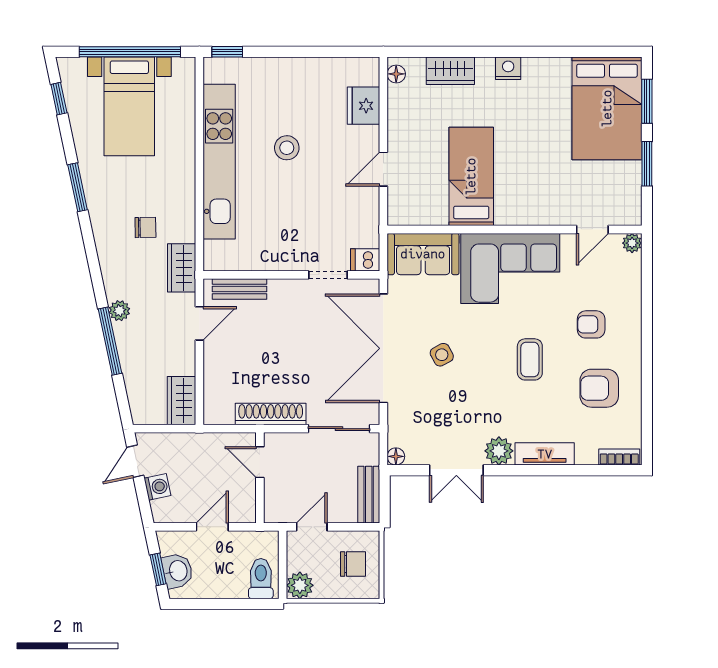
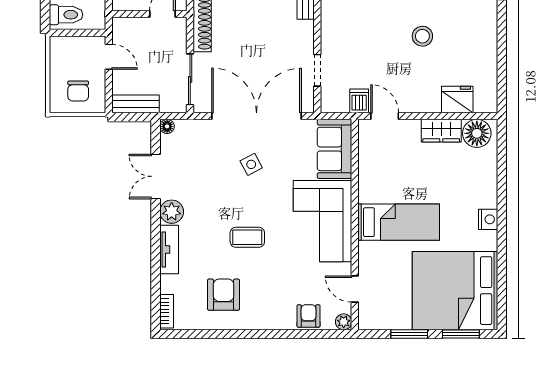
wardrobe: (450, 71) -> (441, 131), moved, turned -90
floor lamp: (396, 74) -> (477, 133), width x1.89, depth x1.89
bed: (607, 108) -> (455, 291), width x1.36
door: (383, 169) -> (385, 116), moved
bed: (471, 176) -> (399, 222), moved
dishwasher: (365, 260) -> (359, 101), moved
armchair: (591, 324) -> (309, 316), moved
plant: (300, 585) -> (60, 47), removed

